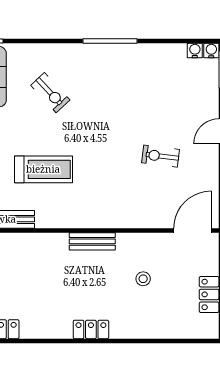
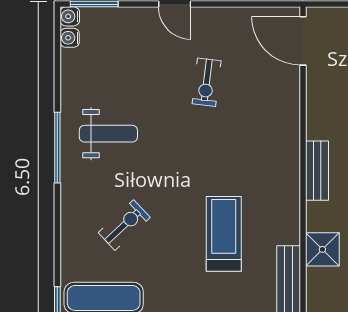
weight bench: (121, 80) -> (108, 134), added
shower: (31, 246) -> (322, 249), added

